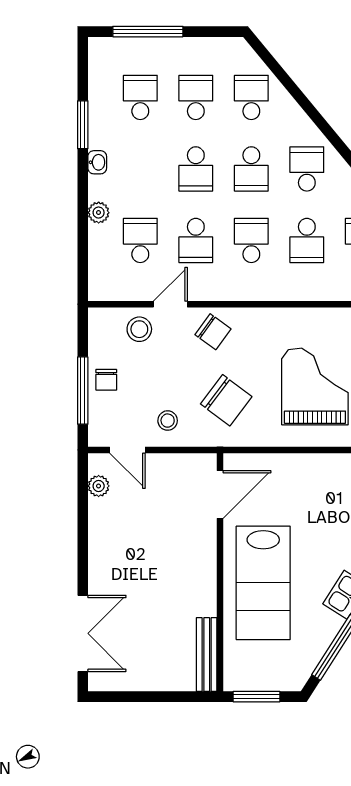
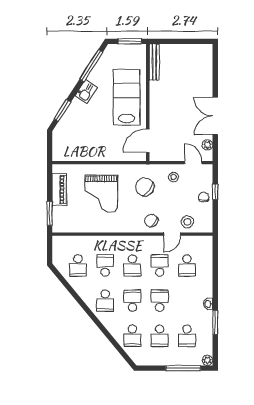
plant: (99, 213) -> (207, 360), moved
window: (83, 391) -> (215, 192), width x0.46
double door: (83, 633) -> (215, 116), moved

